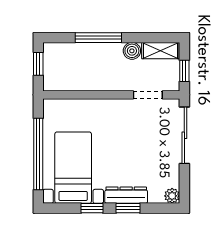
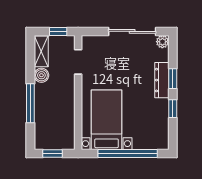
sliding door: (184, 135) -> (132, 31), moved
bed with nightstands: (73, 168) -> (107, 120), moved, turned 90

